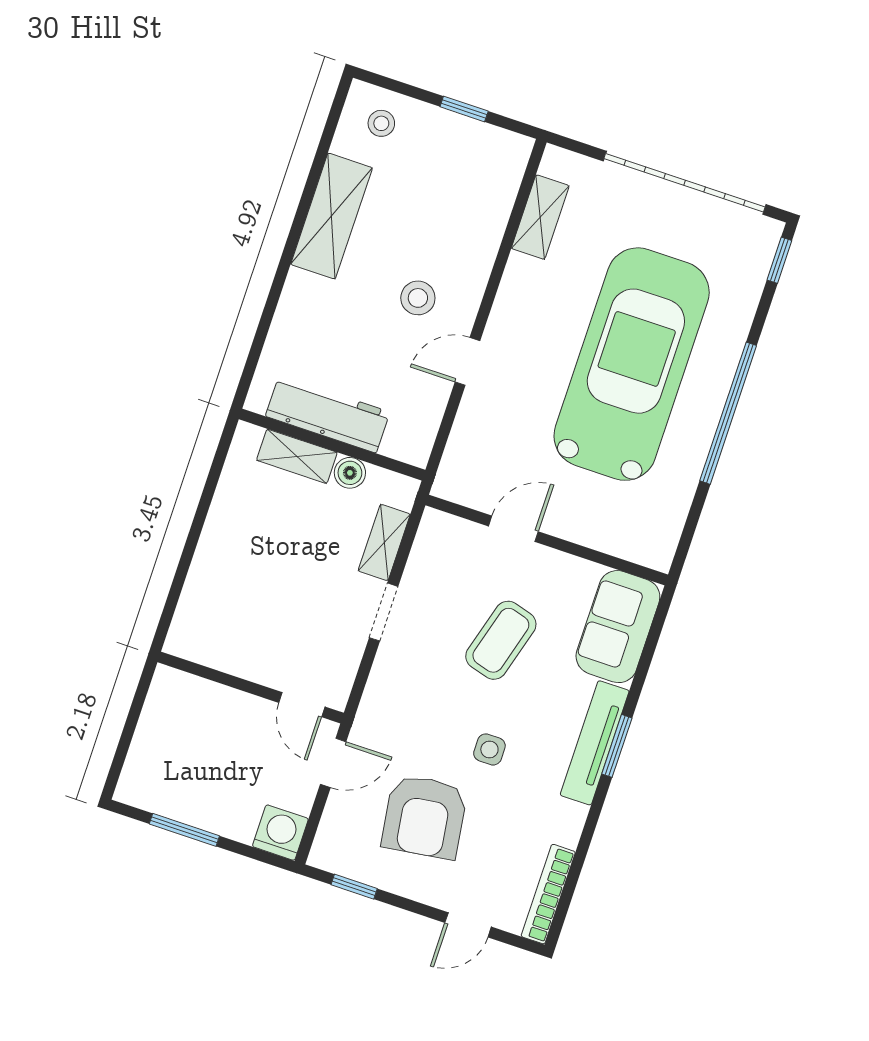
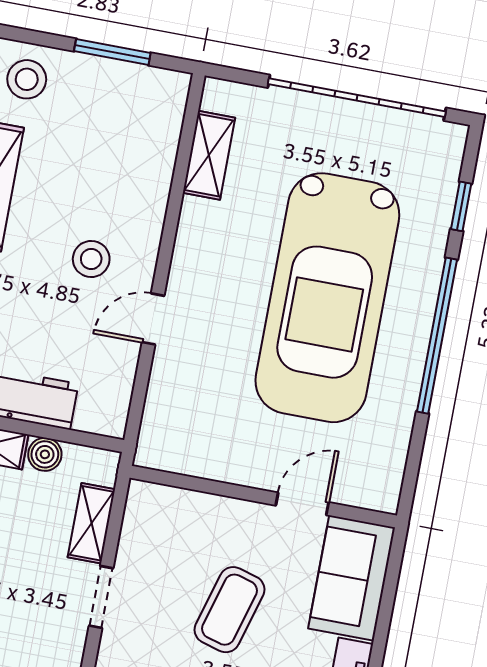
window: (464, 109) -> (112, 52), width x1.50
stool: (381, 123) -> (27, 79), width x1.37, depth x1.37
window: (779, 260) -> (461, 206), moved
car: (632, 364) -> (327, 298), turned 180
door: (513, 529) -> (302, 504), moved

